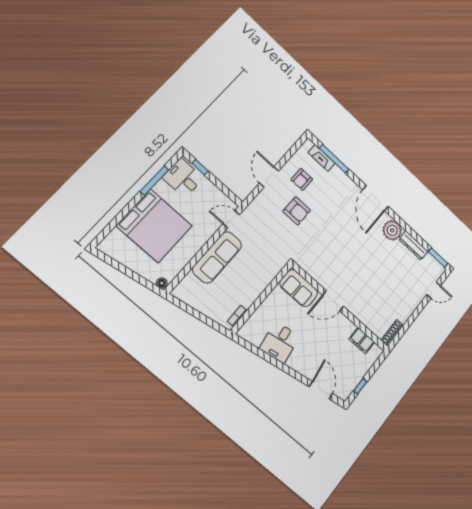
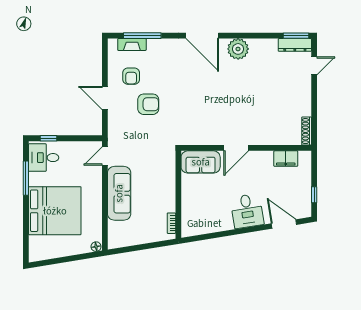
dresser: (413, 245) -> (295, 45), moved
desk: (280, 342) -> (247, 211), moved

